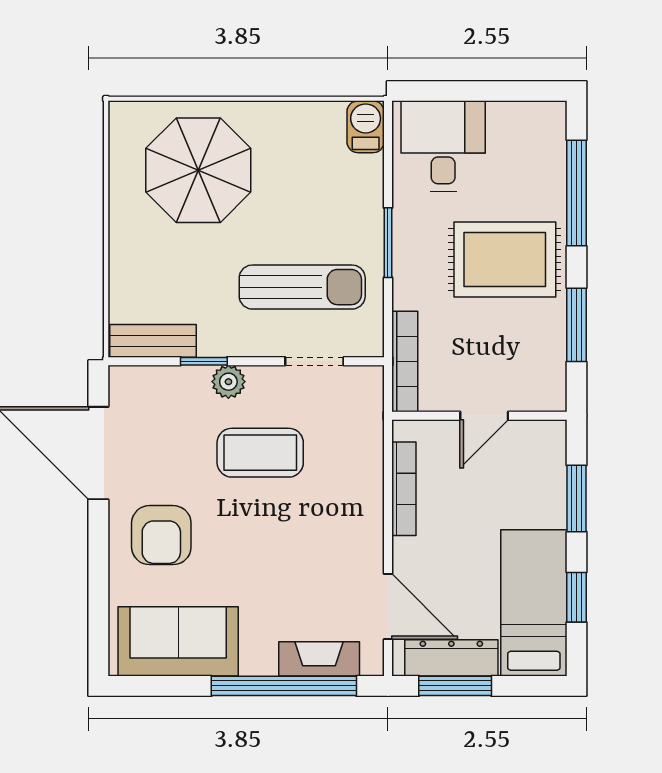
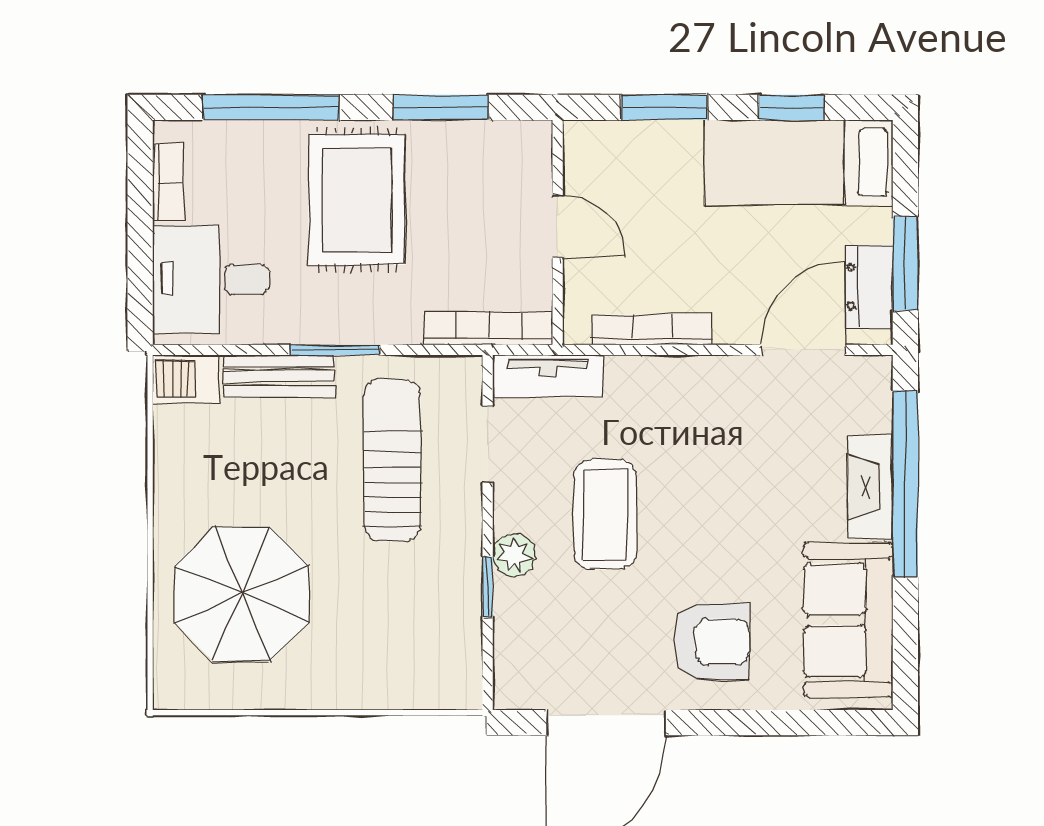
bookcase: (518, 113) -> (168, 182), added
bench: (153, 341) -> (279, 376), moved, turned 90
tv unit: (368, 408) -> (548, 376), added
dresser: (451, 658) -> (869, 287), width x0.70
fireplace: (319, 659) -> (871, 487), moved

